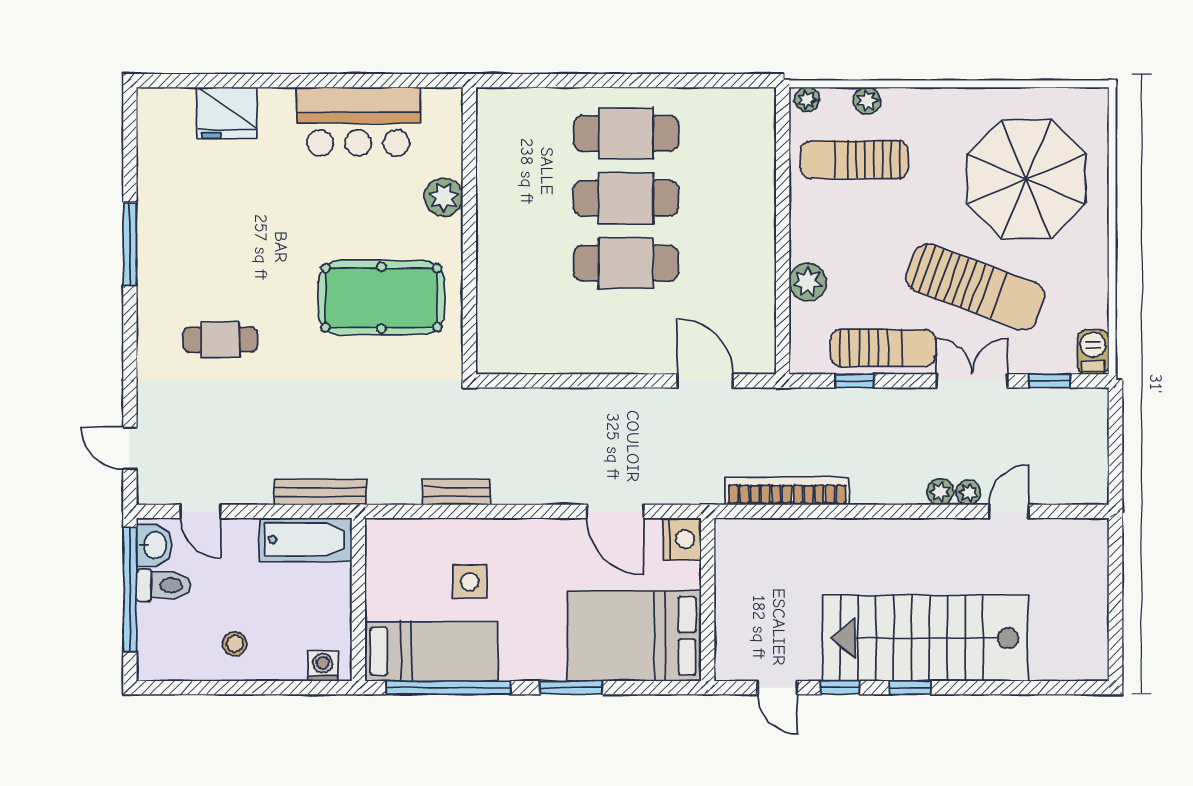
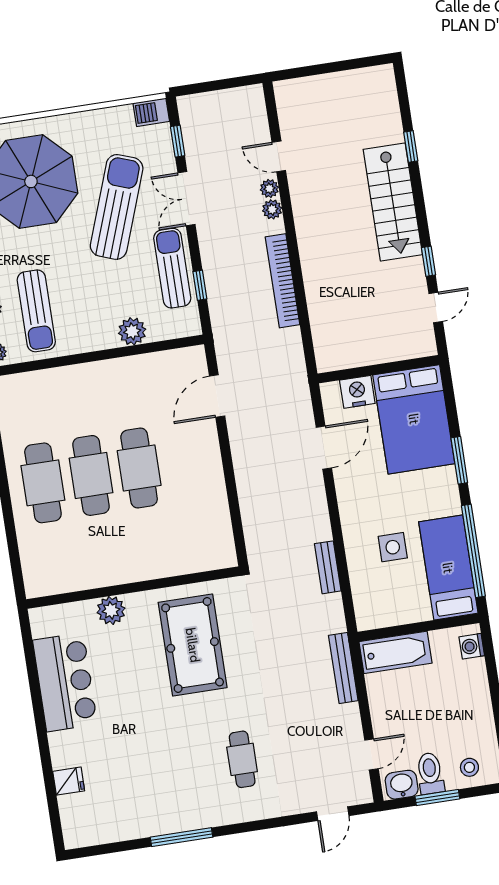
fridge: (227, 113) -> (69, 781), width x0.53, depth x0.75
bookcase: (787, 491) -> (283, 281), moved
nightstand: (682, 539) -> (357, 392), moved
bathtub: (306, 540) -> (395, 652), moved, turned 90
window: (130, 590) -> (437, 798), width x0.47
stairs: (925, 638) -> (393, 202), width x0.73, depth x0.66
stool: (235, 644) -> (469, 767), moved
window: (910, 688) -> (411, 146), moved

